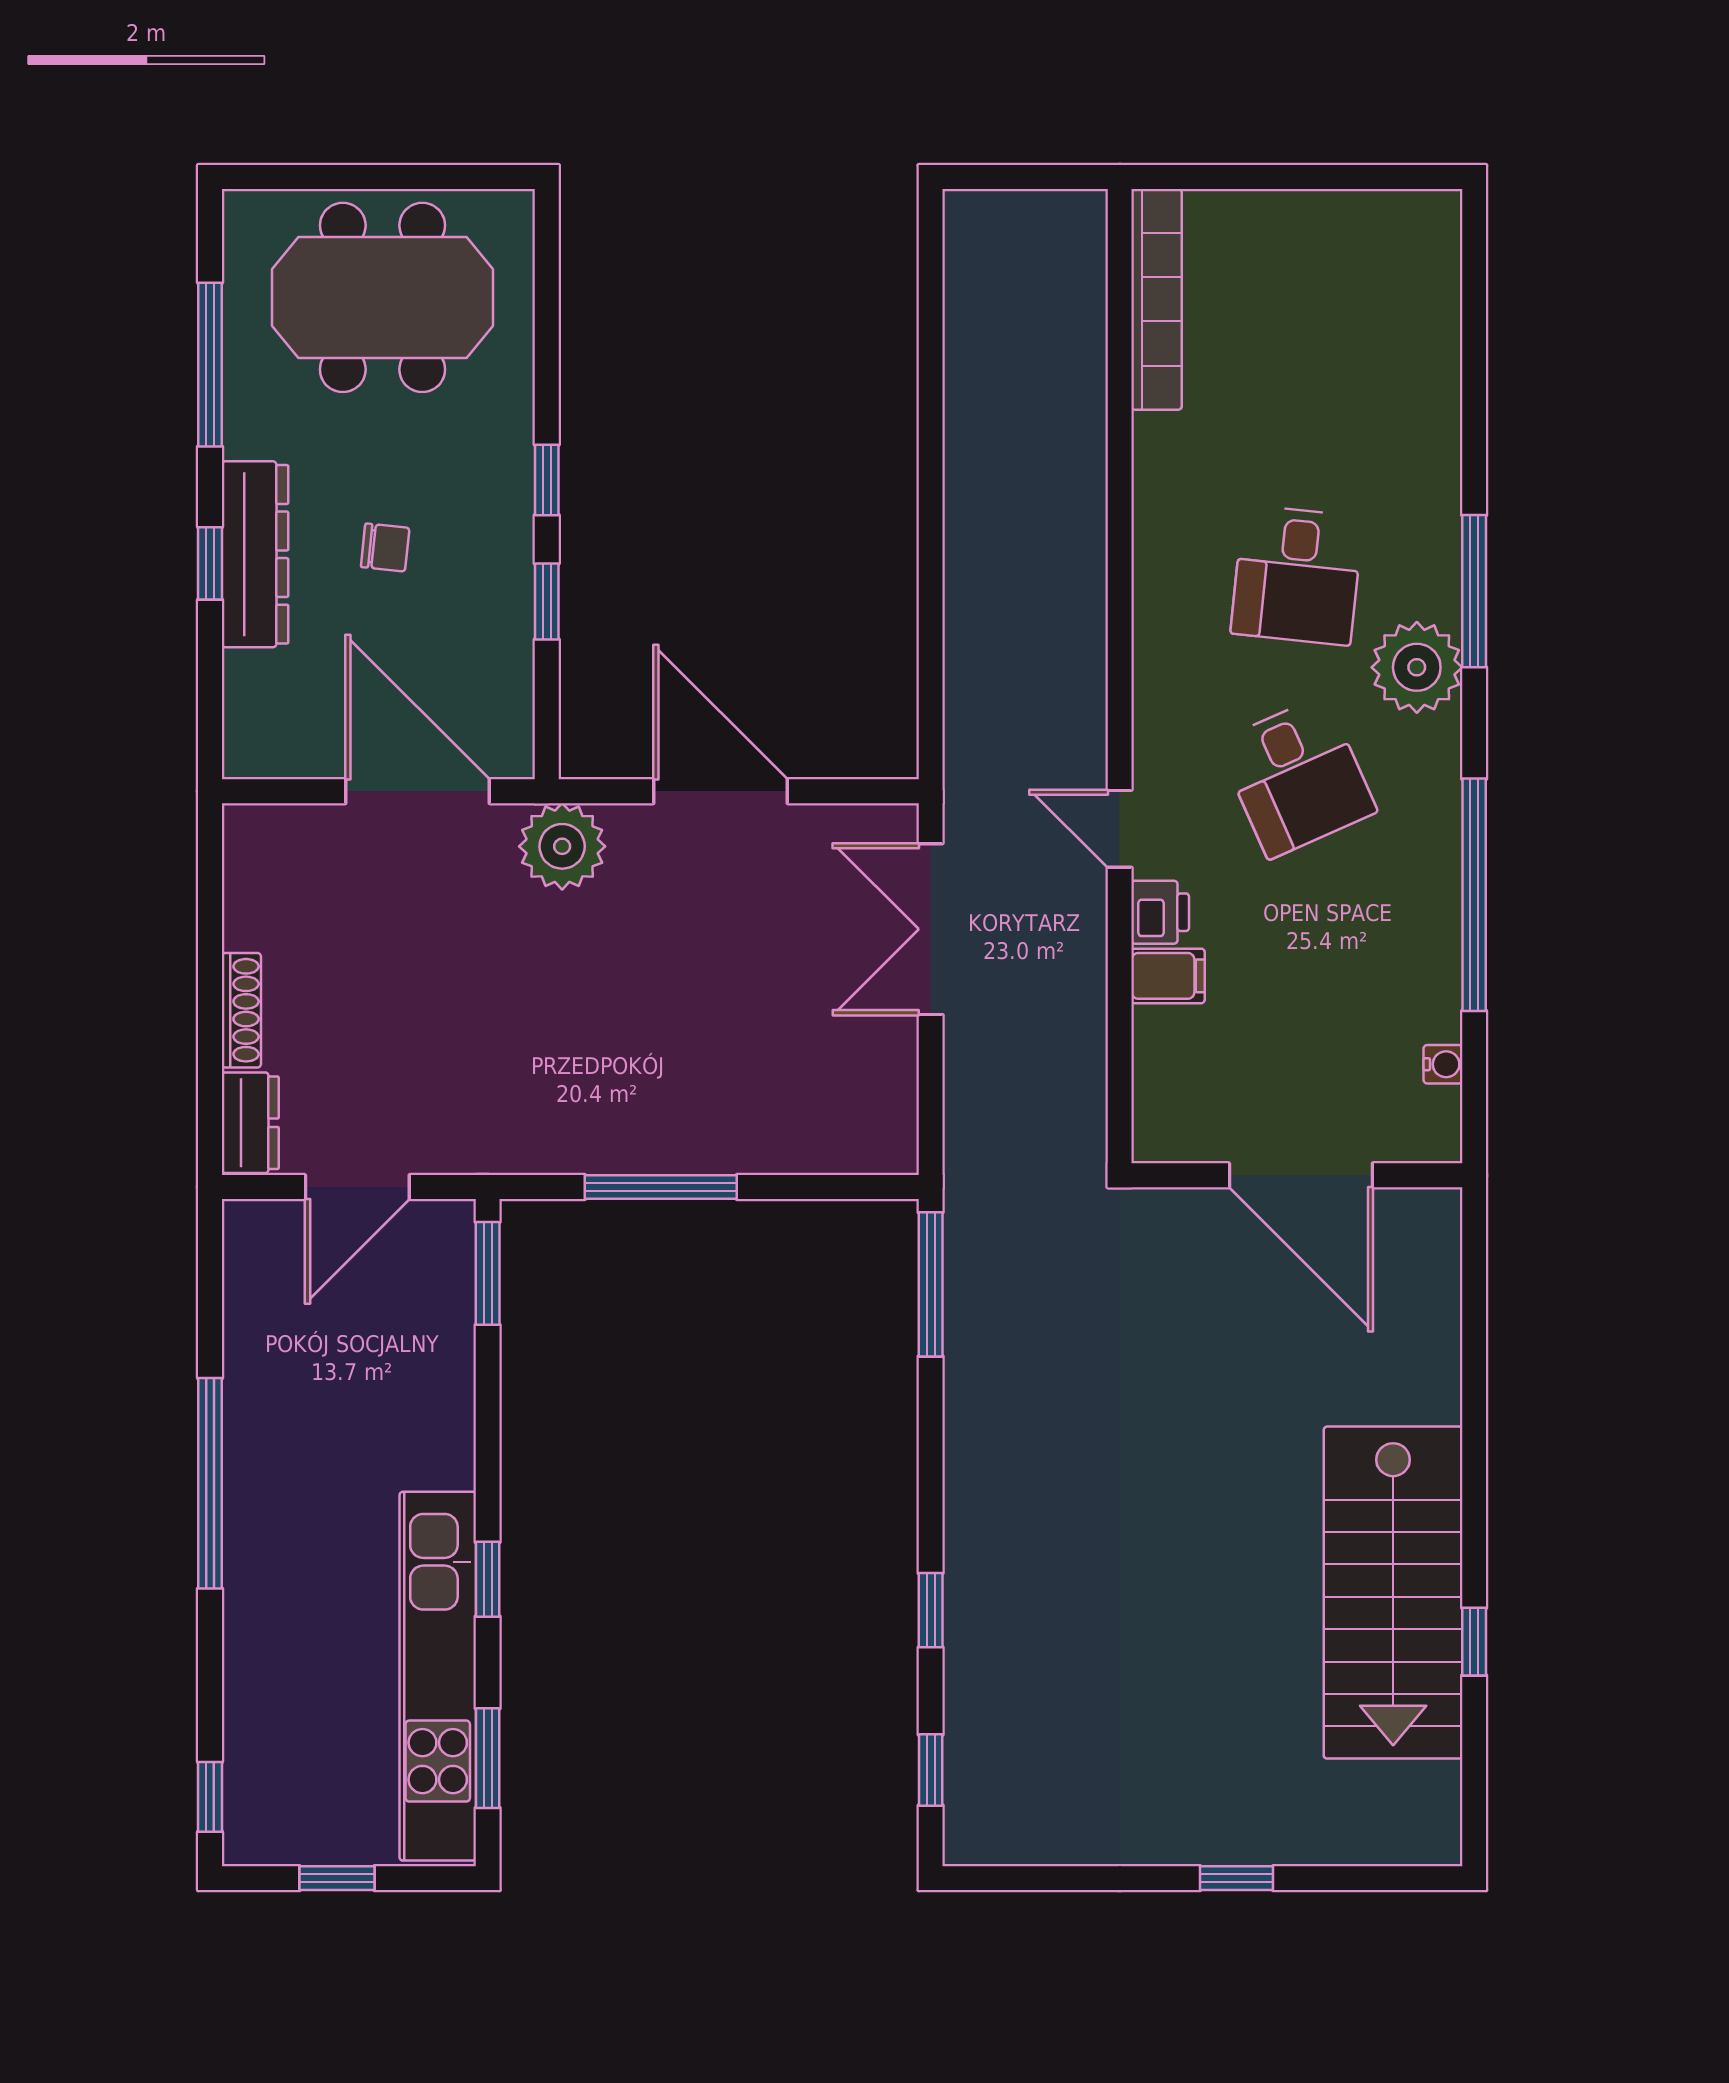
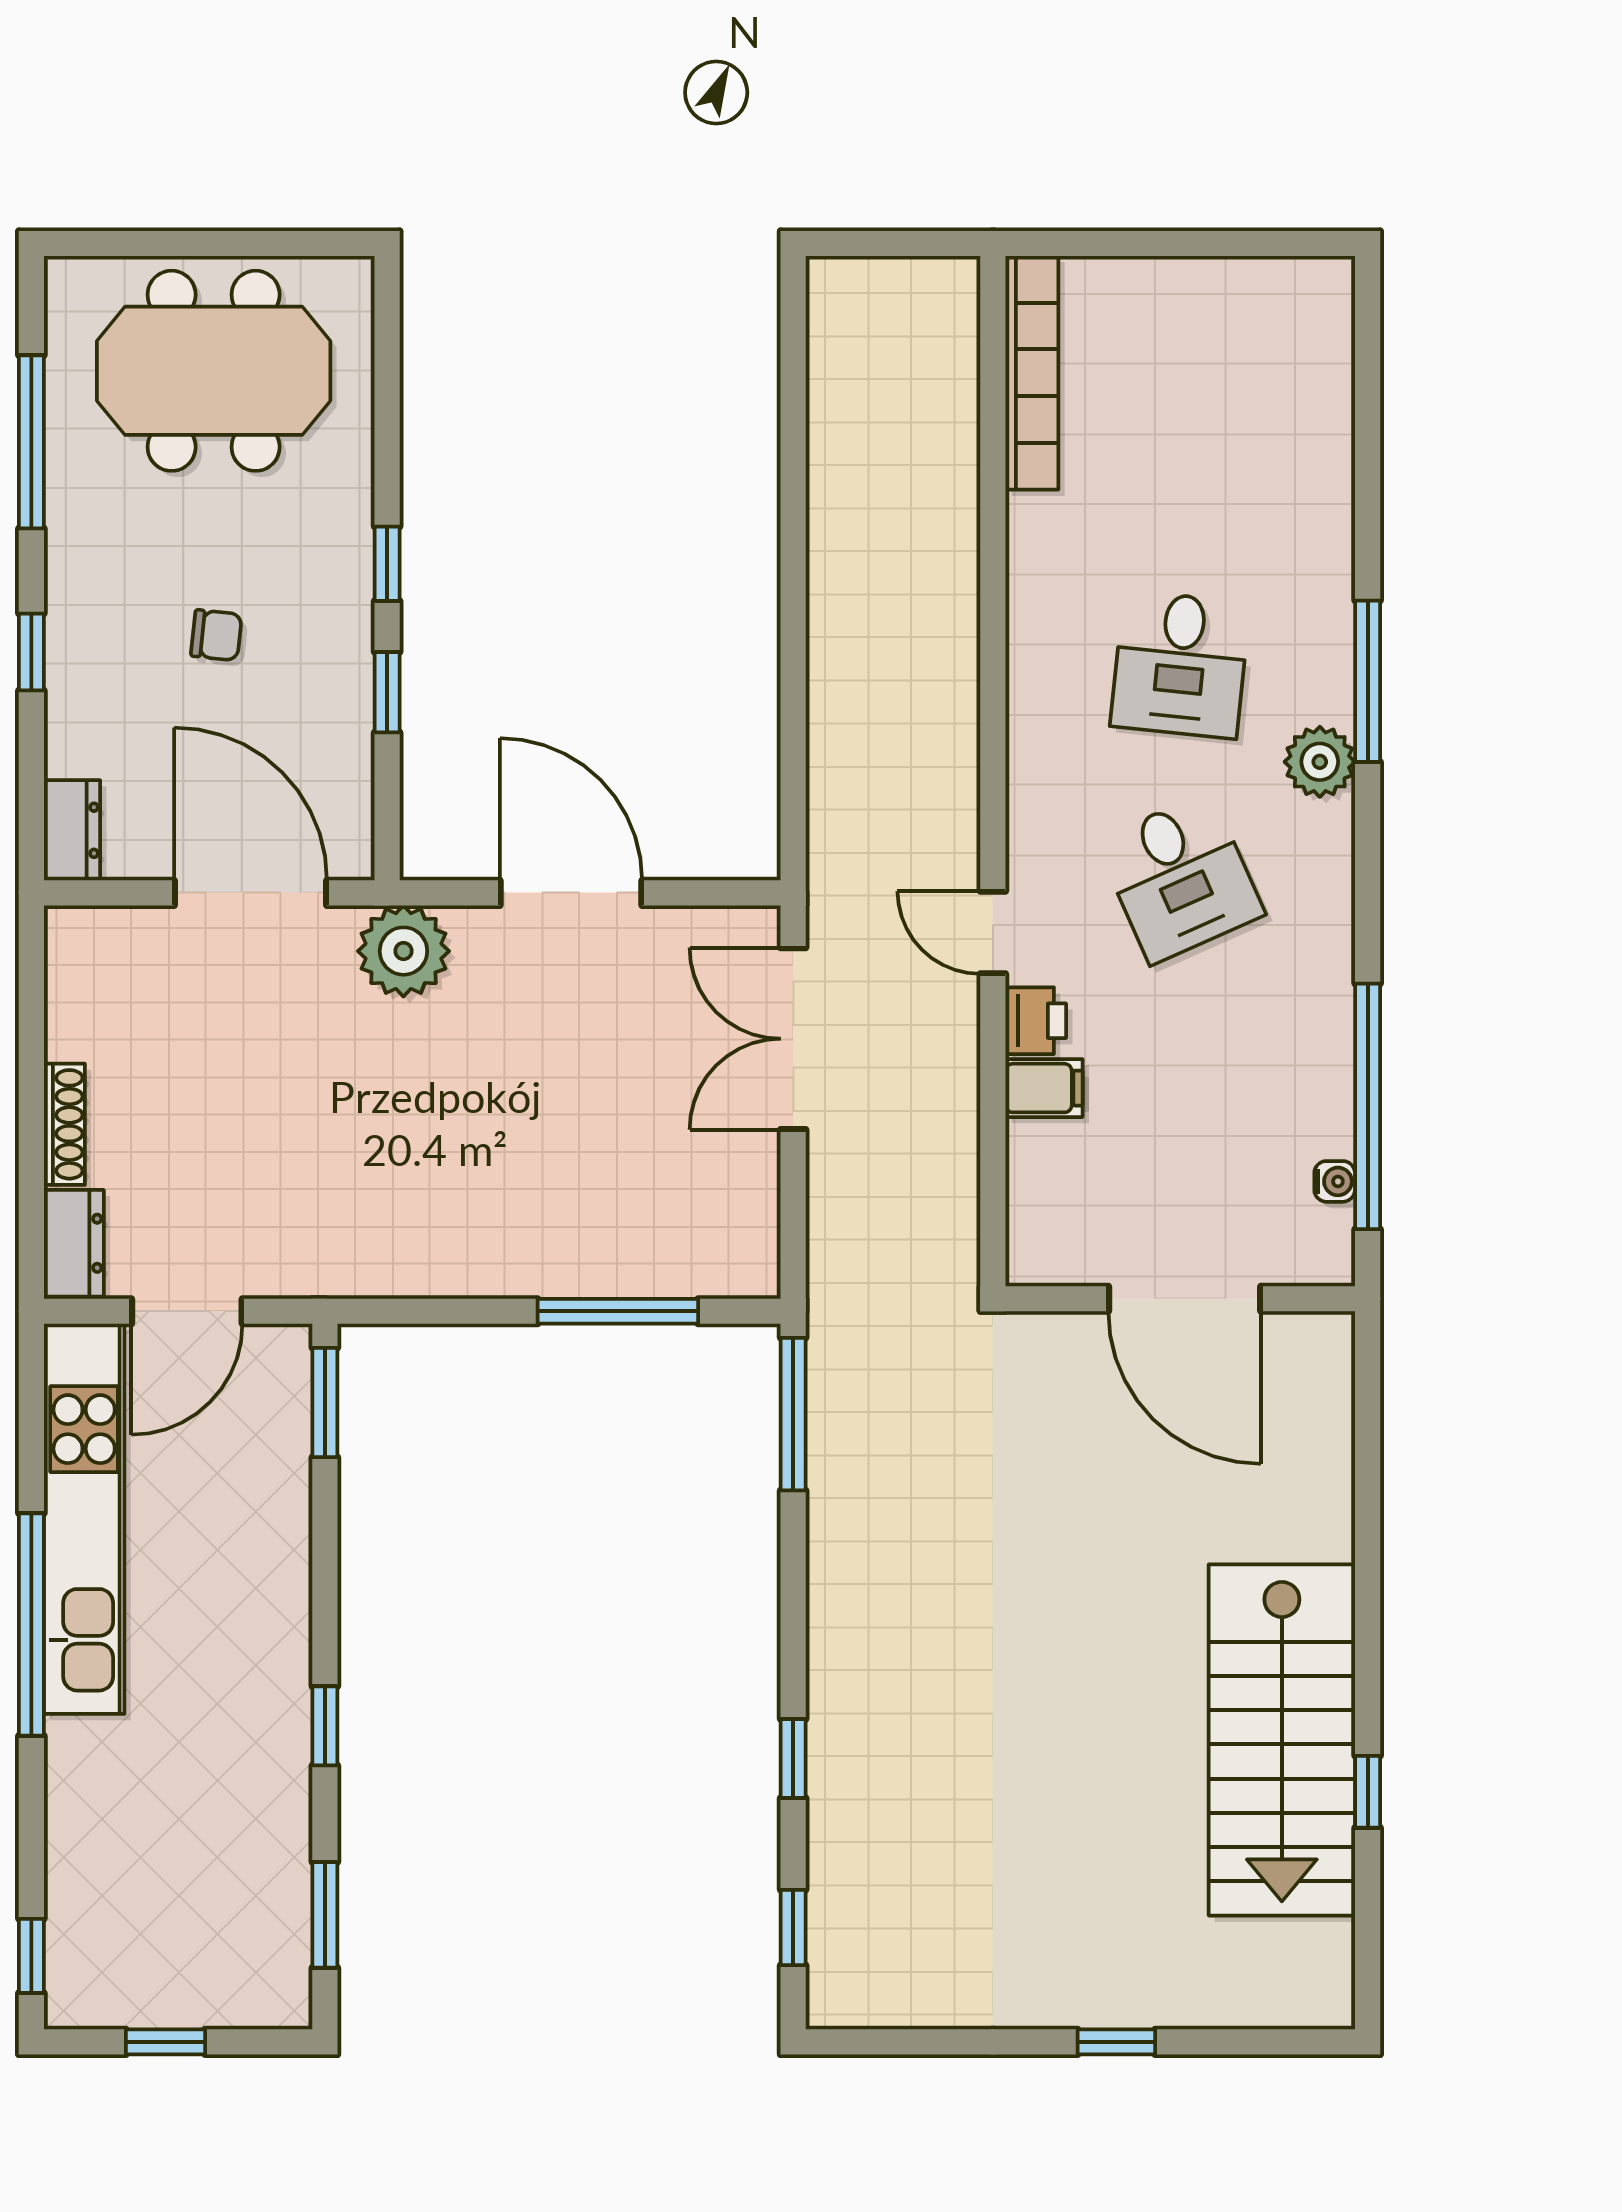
dresser: (255, 554) -> (72, 830), moved, width x0.51, depth x0.80
plant: (1417, 667) -> (1320, 762), width x0.73, depth x0.73
window: (1474, 895) -> (1368, 1106), moved
window: (661, 1187) -> (618, 1311), moved
kitchen unit: (438, 1676) -> (84, 1519), moved, turned 180

